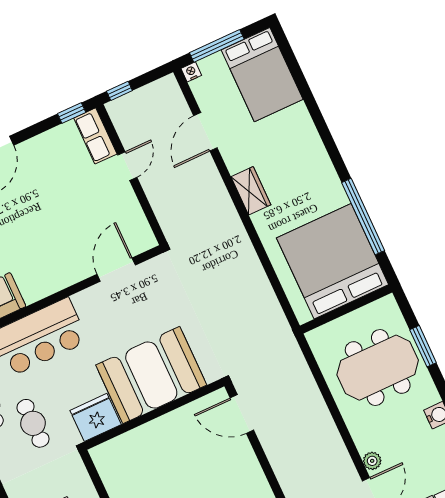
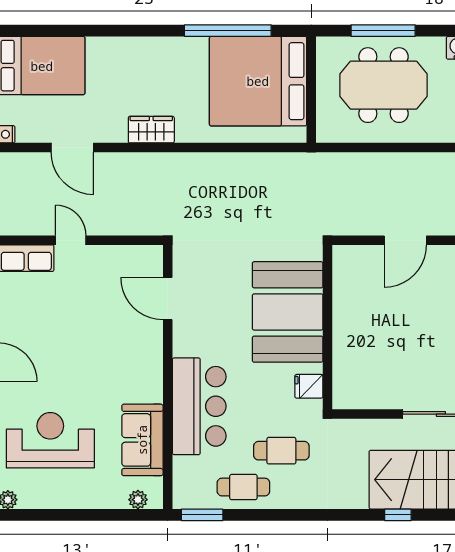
window: (423, 346) -> (383, 31), width x1.44
meeting table: (378, 368) -> (383, 85), turned 90
door: (242, 414) -> (405, 240), moved
fridge: (96, 417) -> (309, 386), width x0.53, depth x0.75

